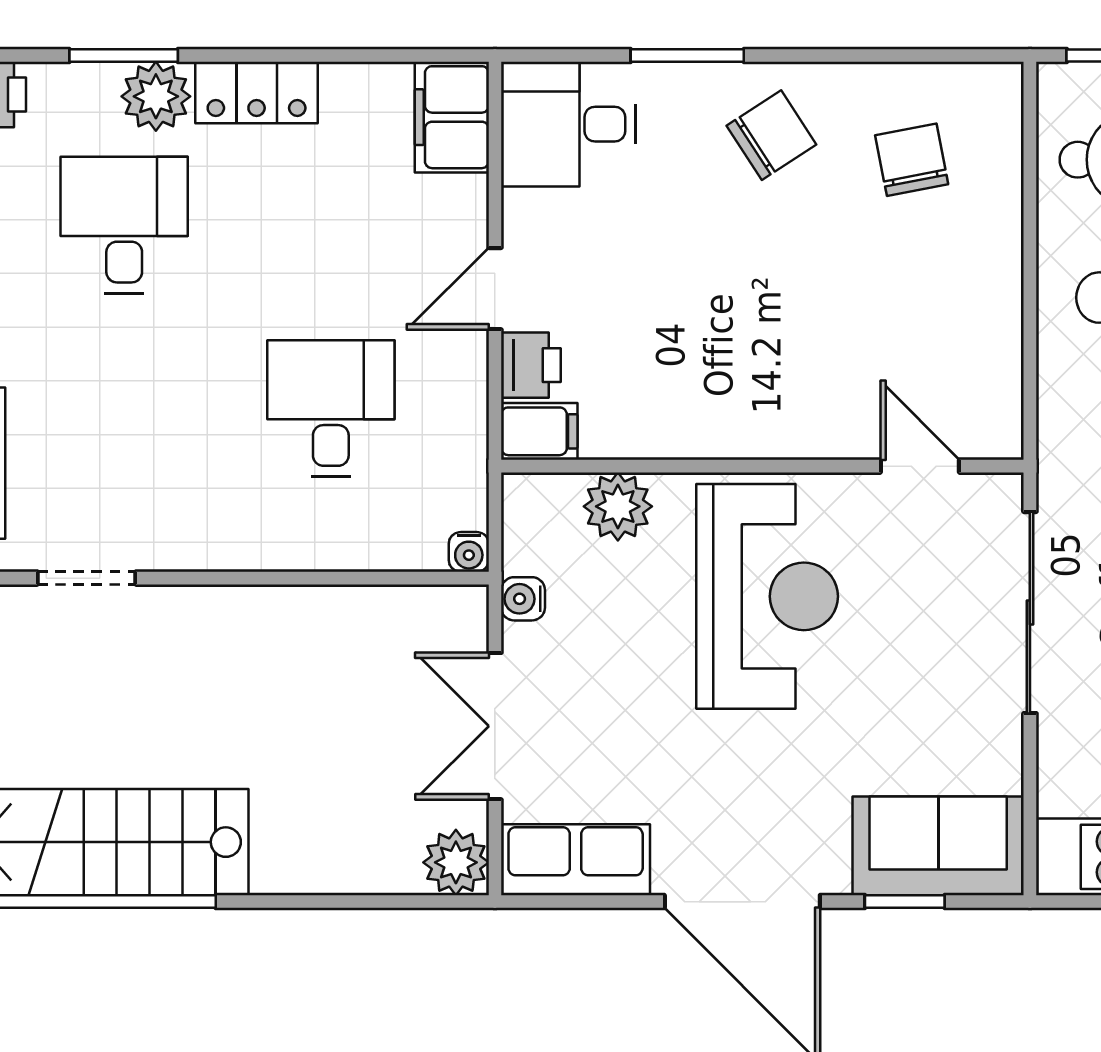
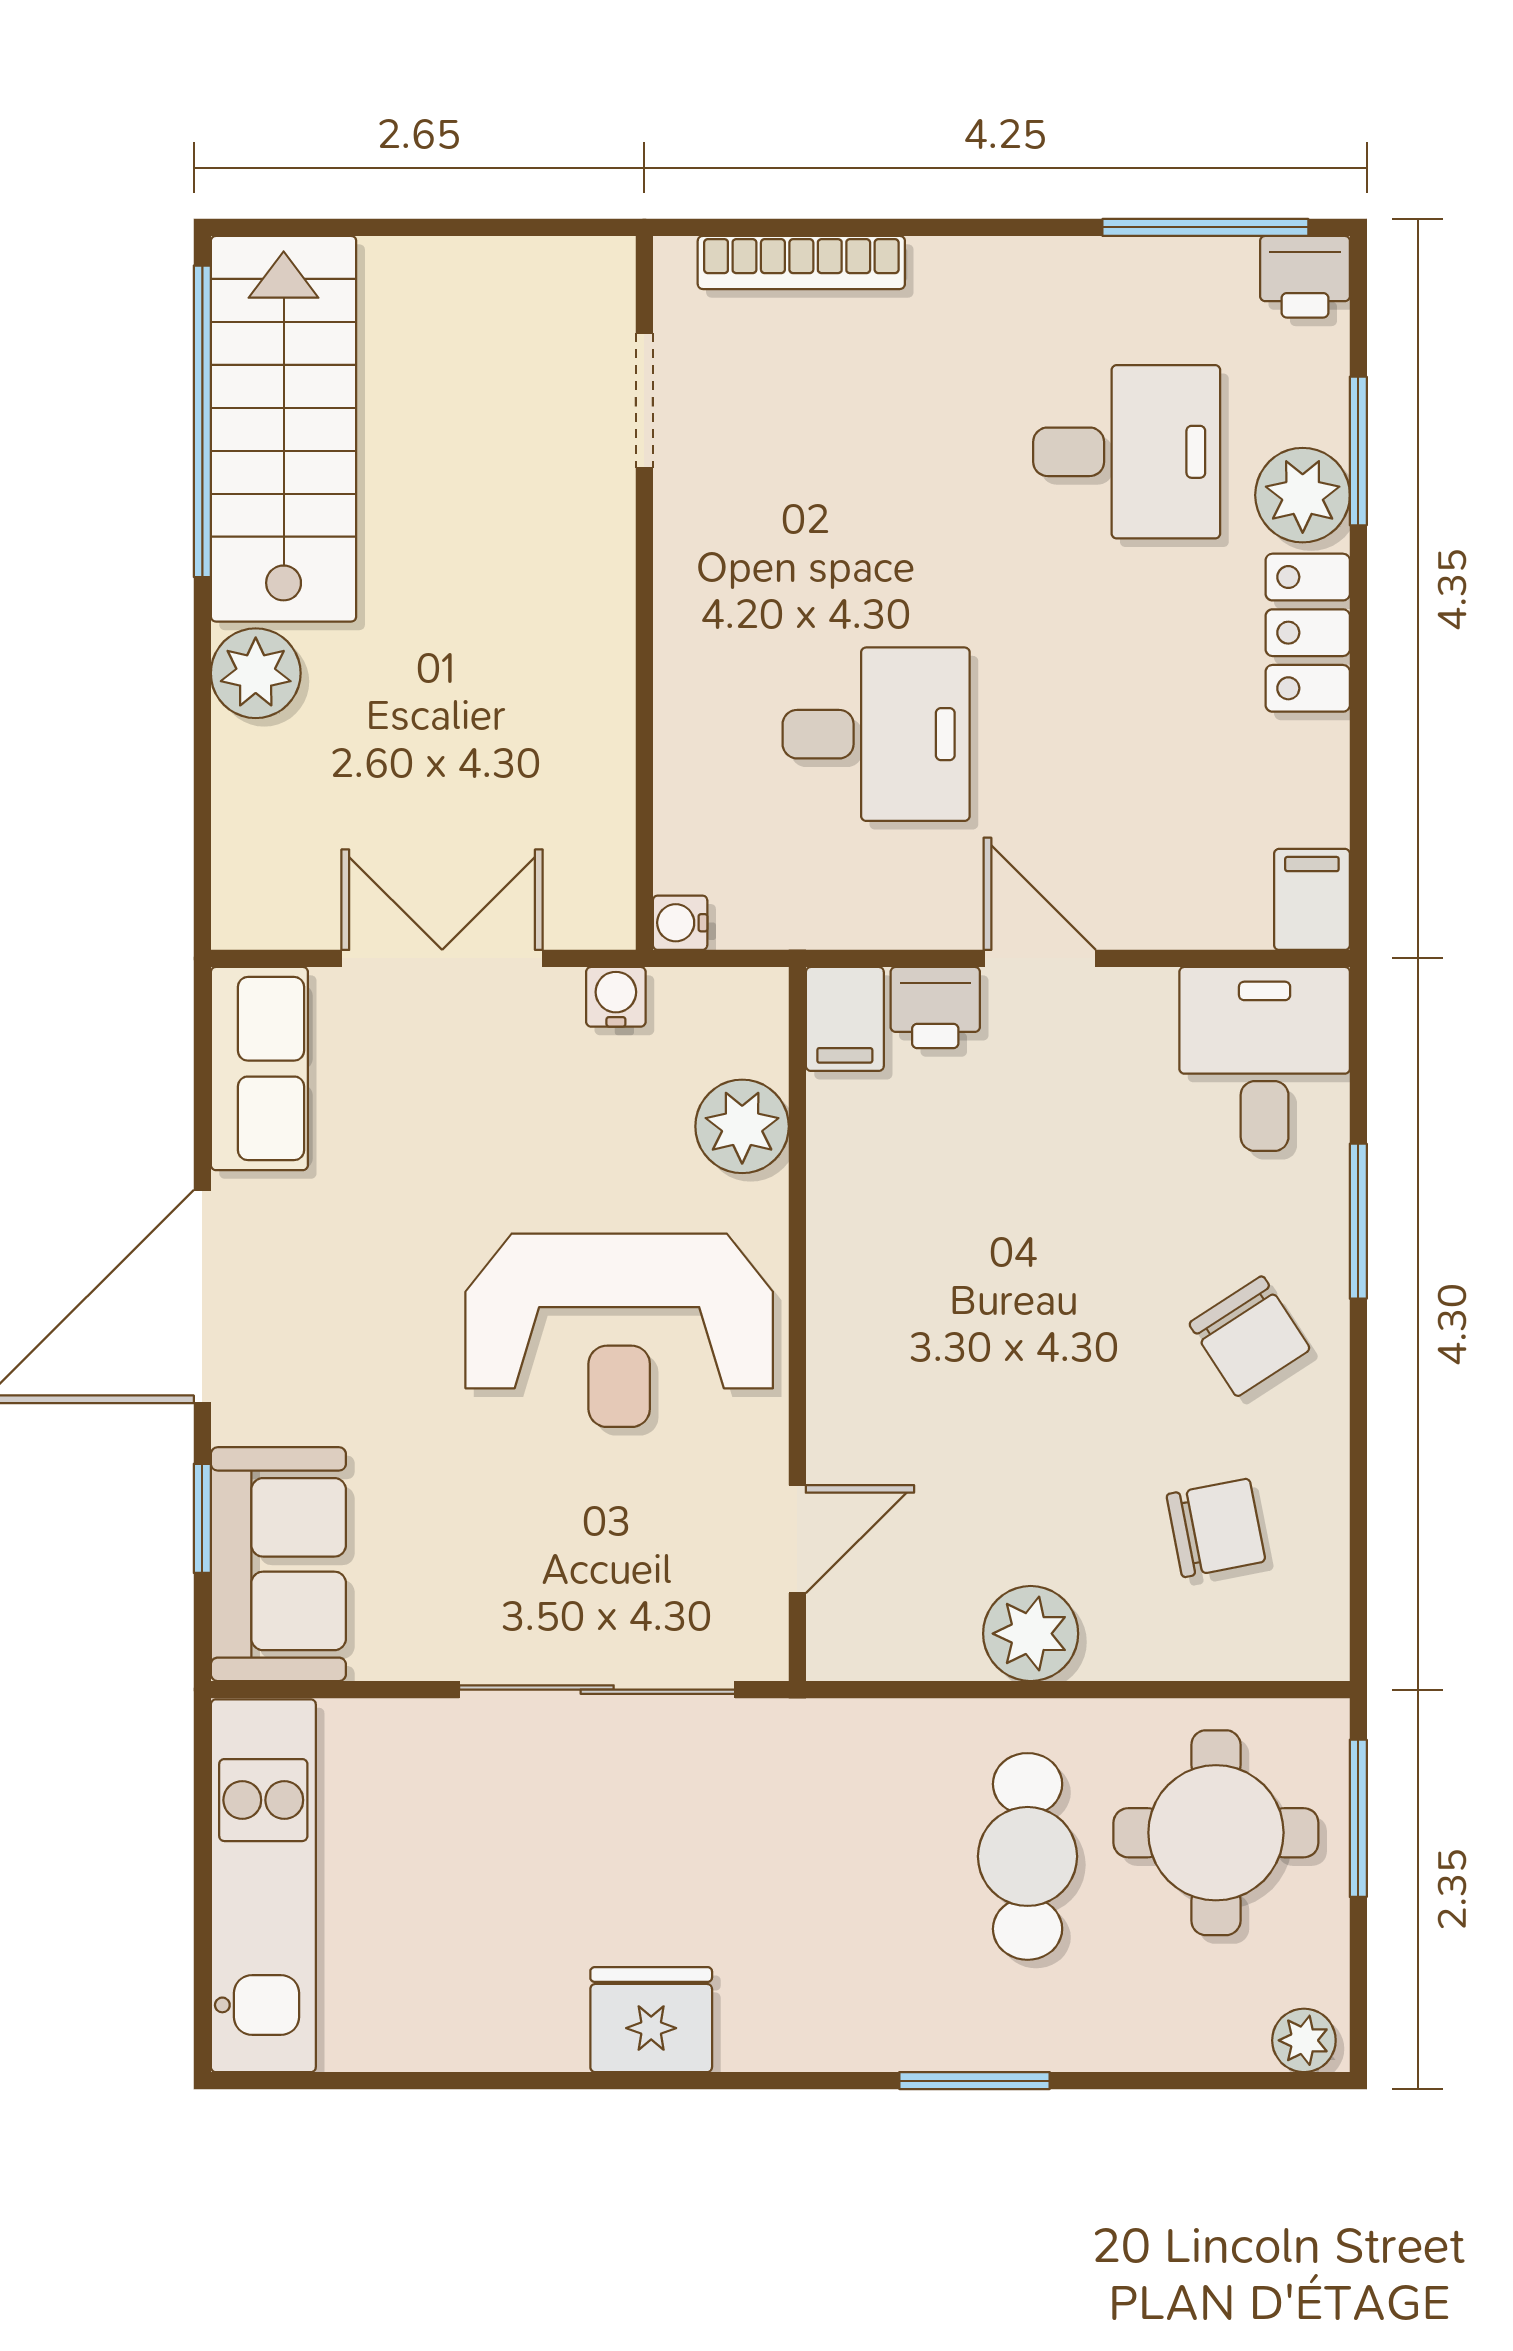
filing cabinet: (452, 117) -> (1312, 899), width x0.50
plant: (989, 295) -> (1031, 1634), added
plant: (456, 862) -> (256, 673), moved

